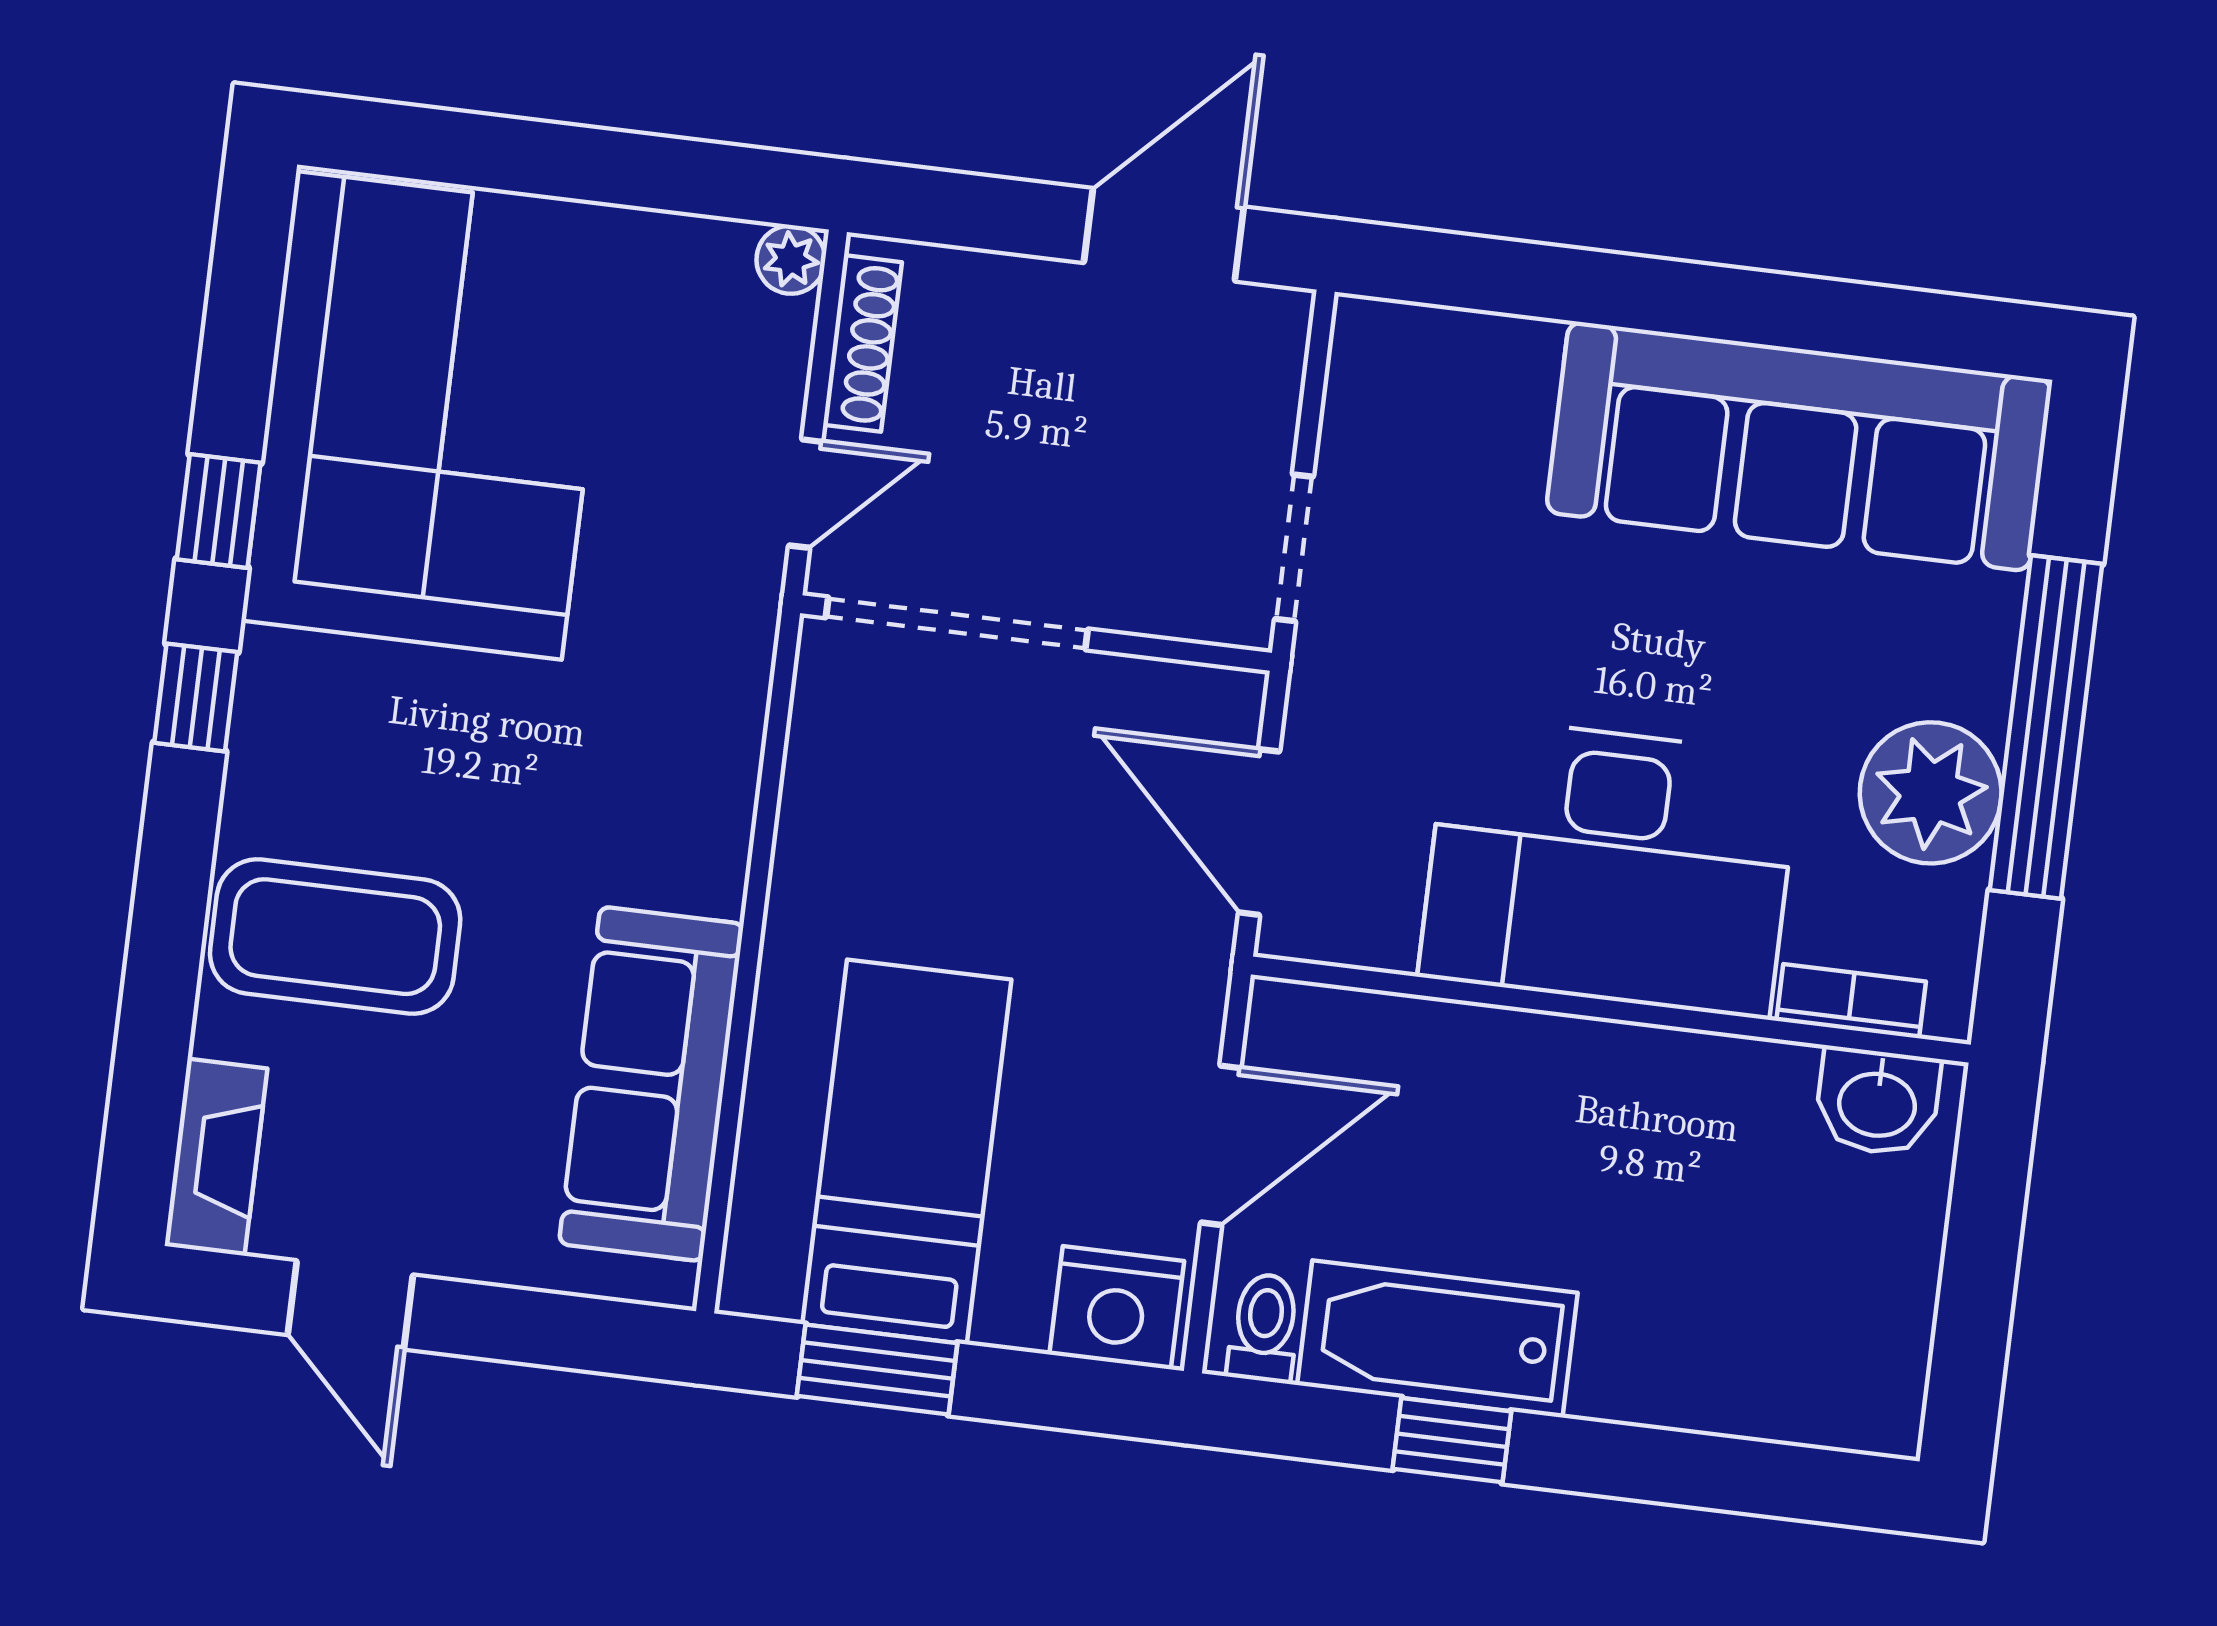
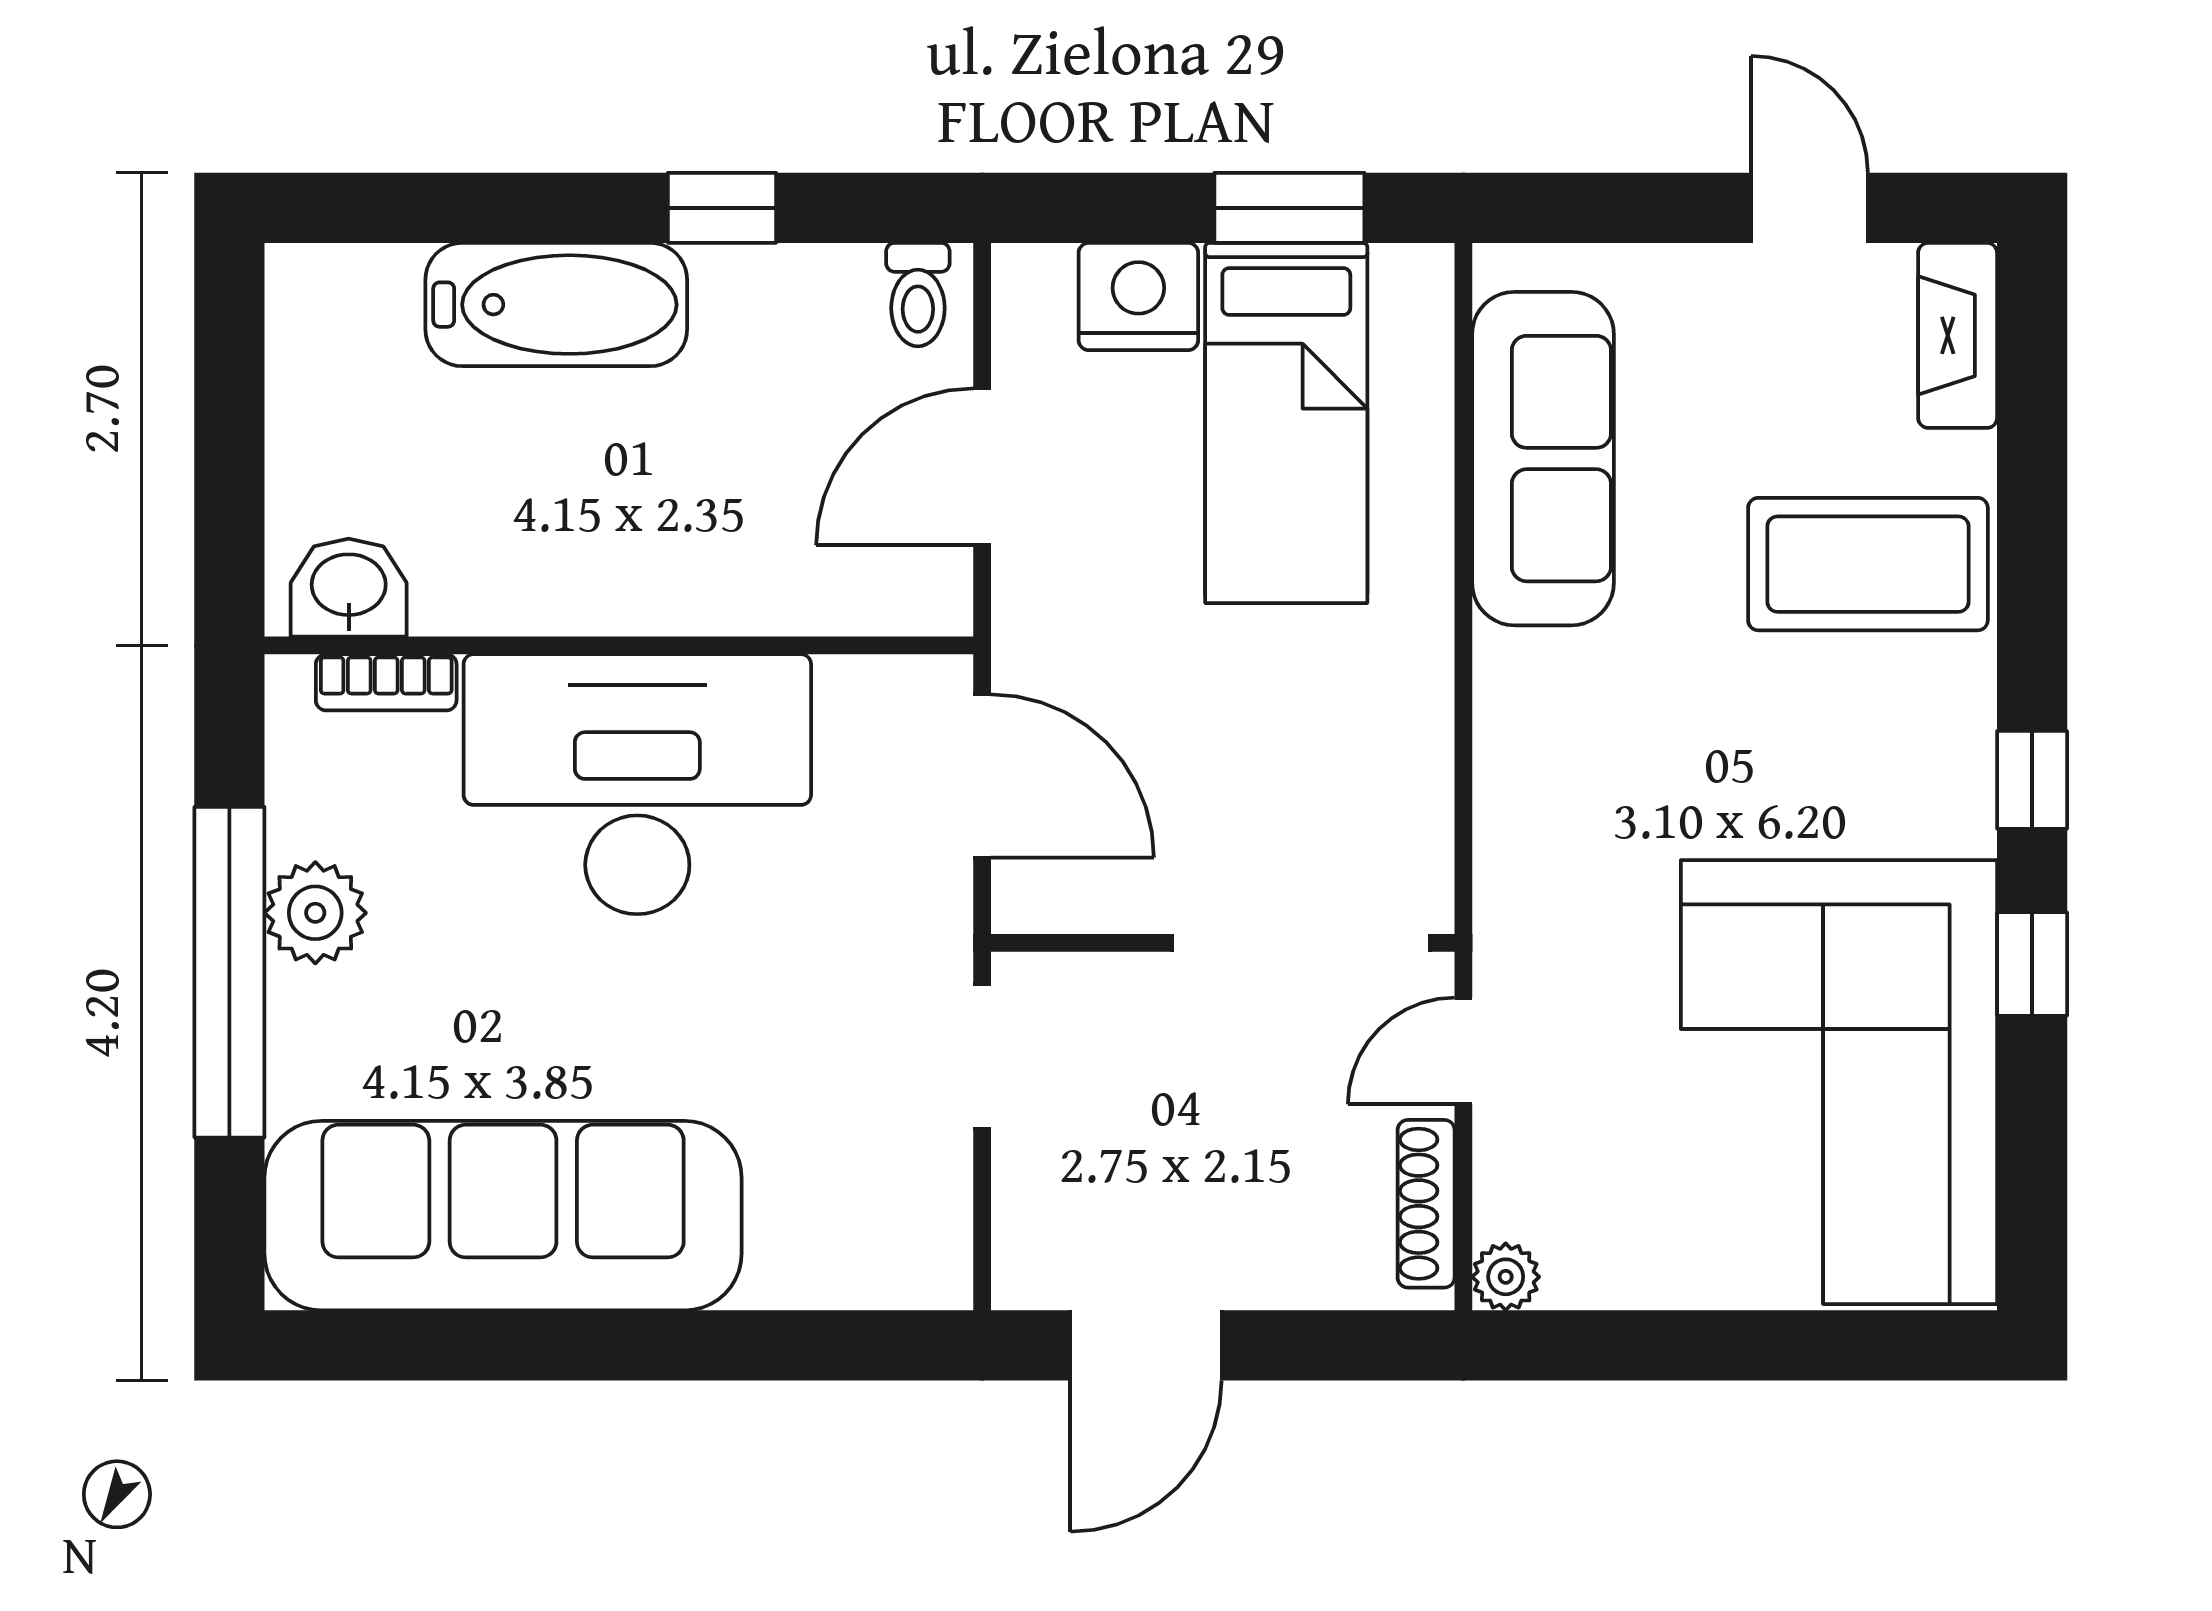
plant: (1931, 793) -> (315, 913), width x0.73, depth x0.73
nightstand: (1117, 1308) -> (1138, 297), moved
bathtub: (1437, 1339) -> (556, 305), moved

